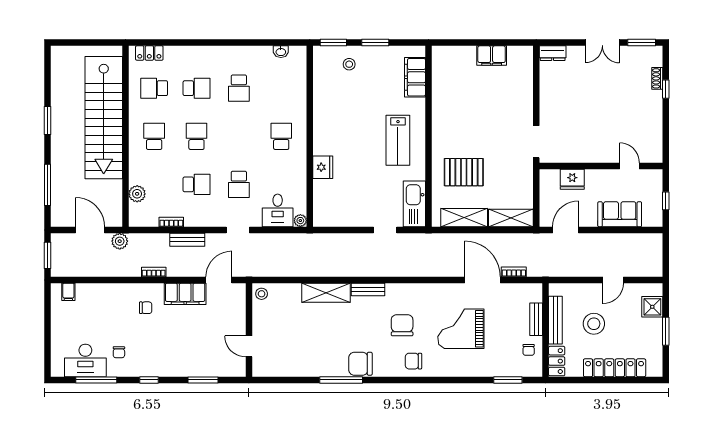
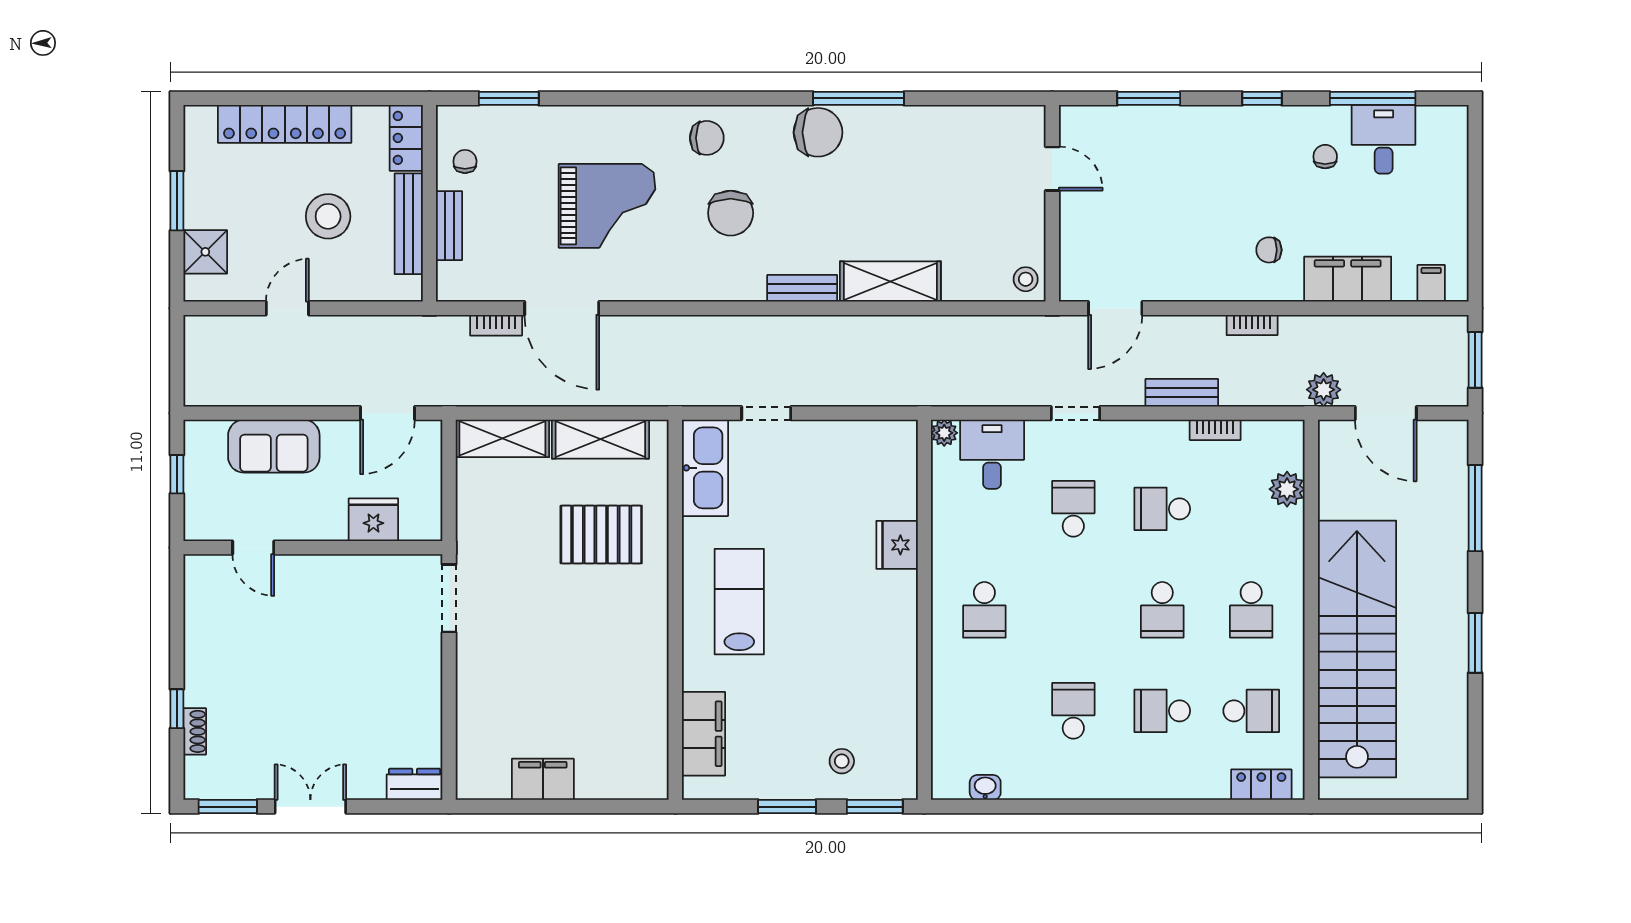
filing cabinet: (185, 294) -> (1348, 279), moved
desk: (85, 360) -> (1384, 139), width x0.73

